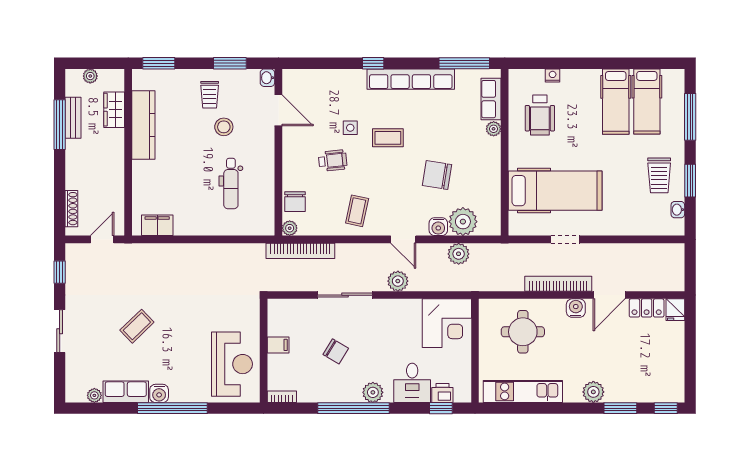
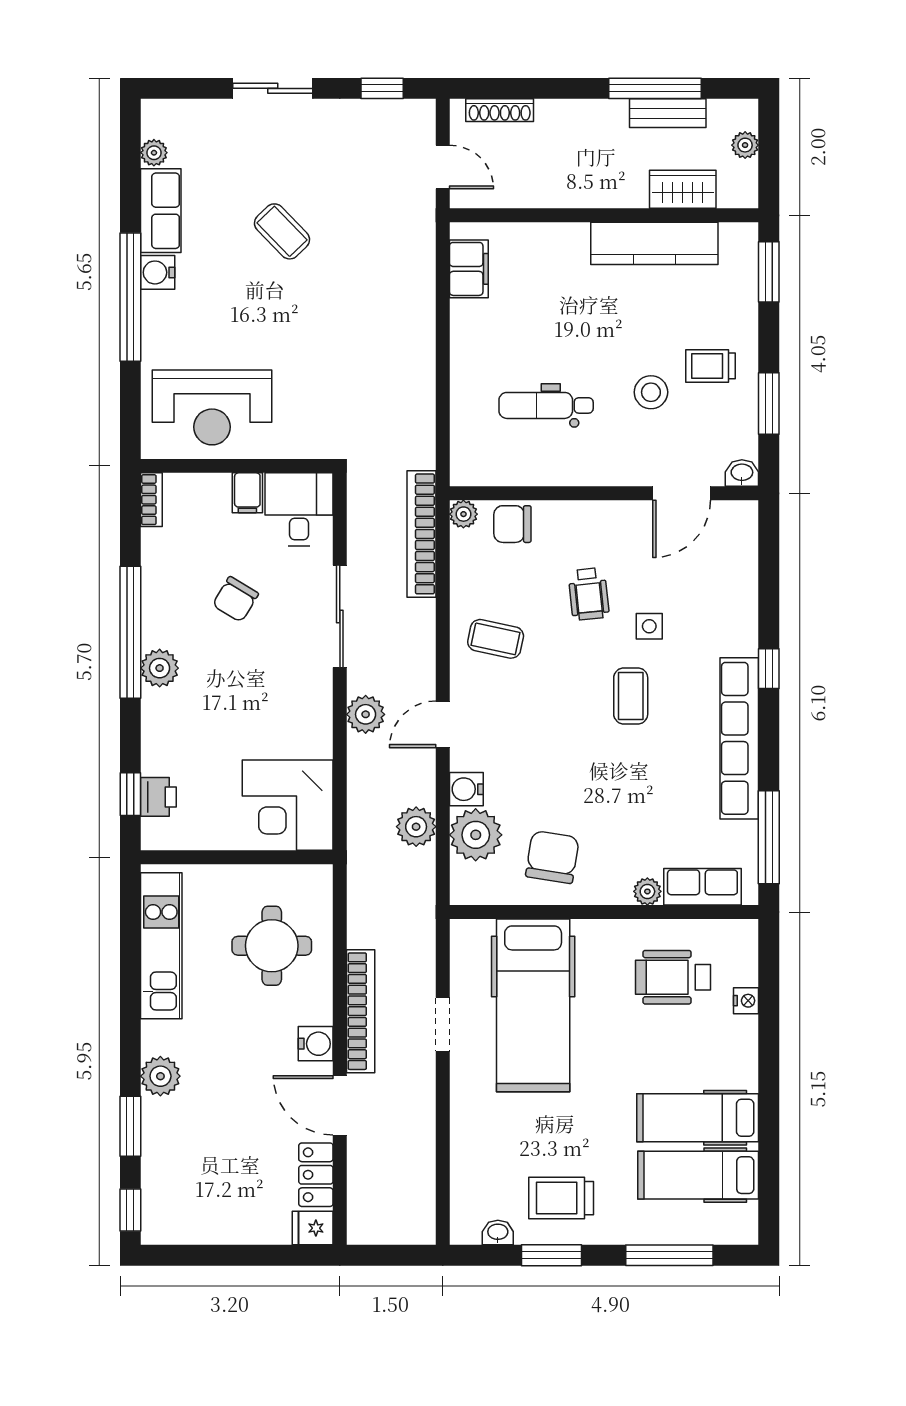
chair: (437, 175) -> (552, 857), moved
desk: (412, 383) -> (299, 509), moved, turned 90

